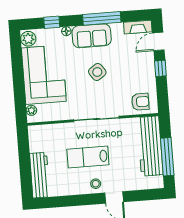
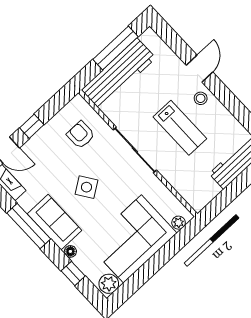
armchair: (140, 102) -> (81, 135), moved

